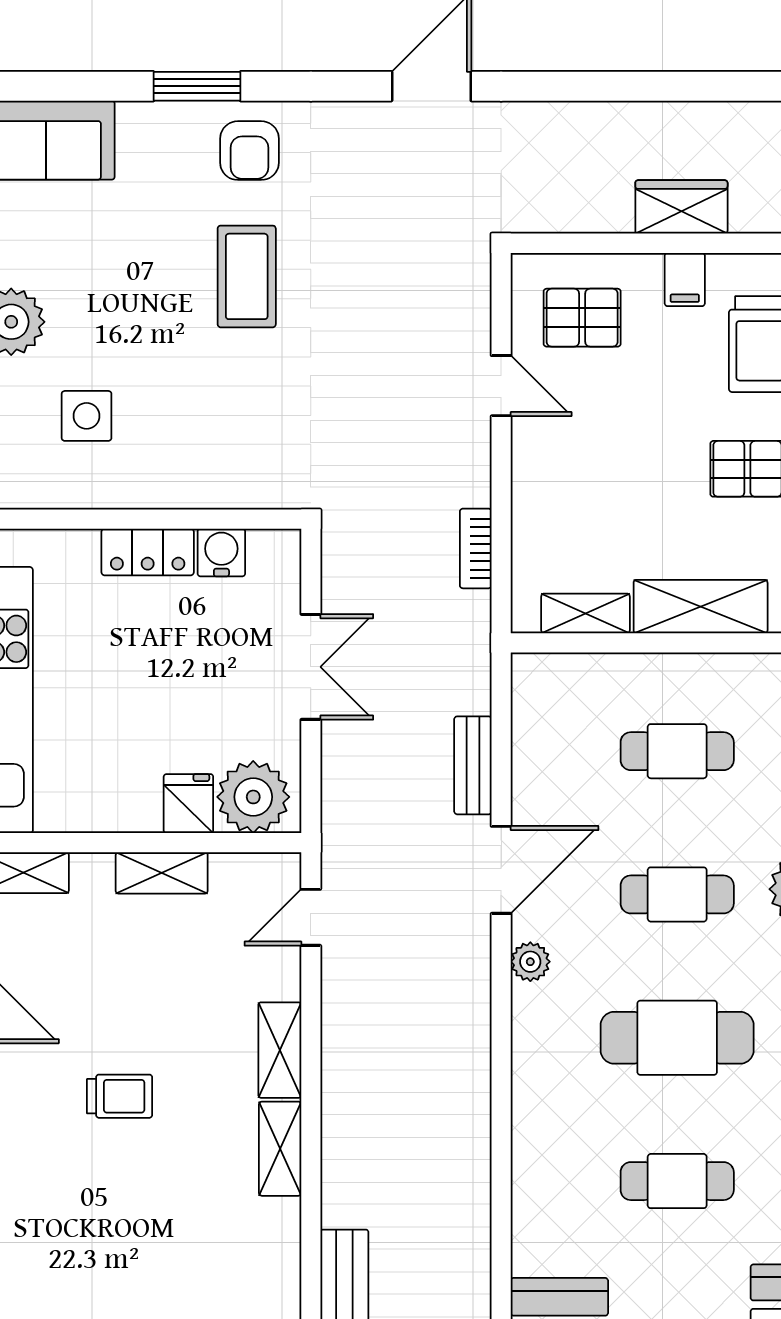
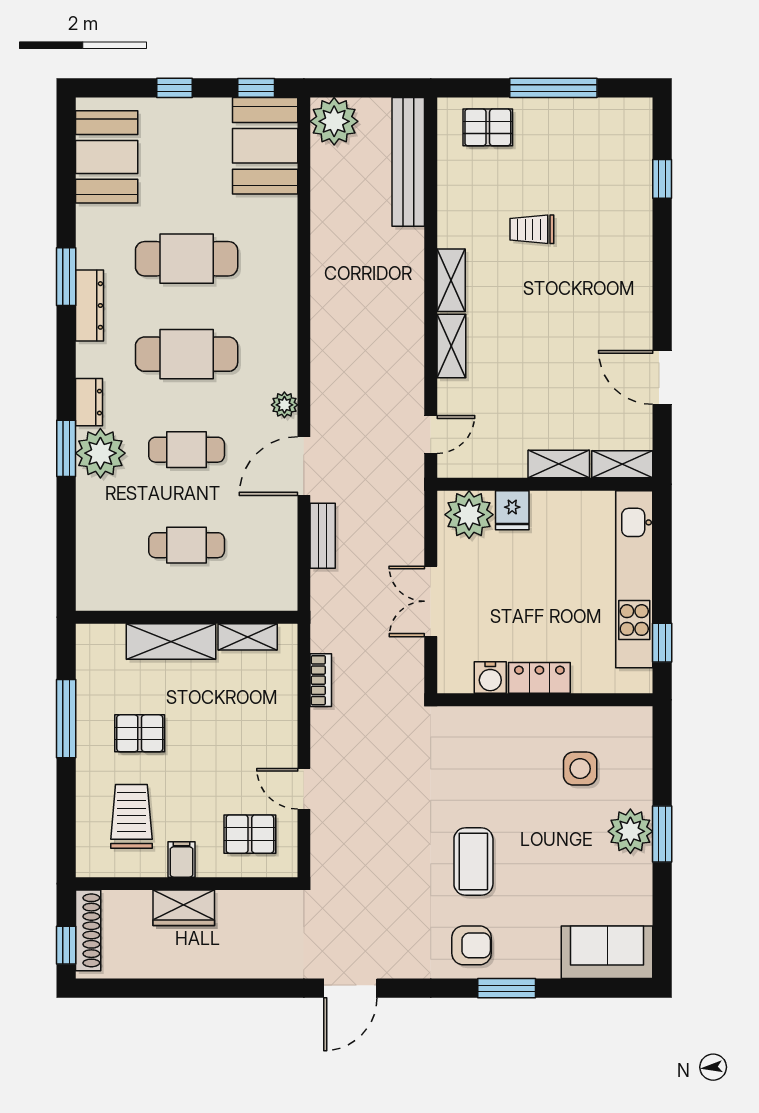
armchair: (250, 151) -> (472, 945), turned 90
shelving: (162, 873) -> (559, 464), moved
trolley: (120, 1096) -> (532, 229), moved
cafe table: (677, 1181) -> (187, 259), width x1.37, depth x1.35

